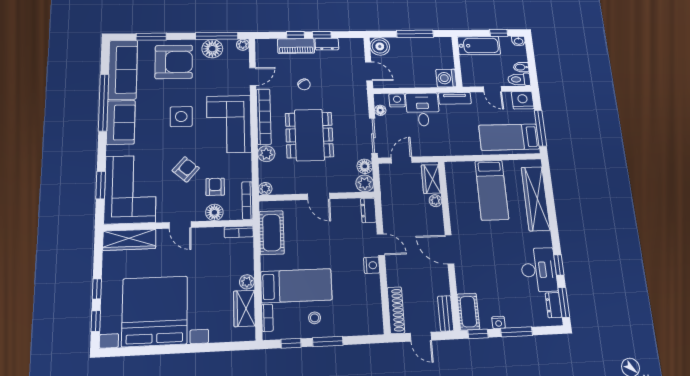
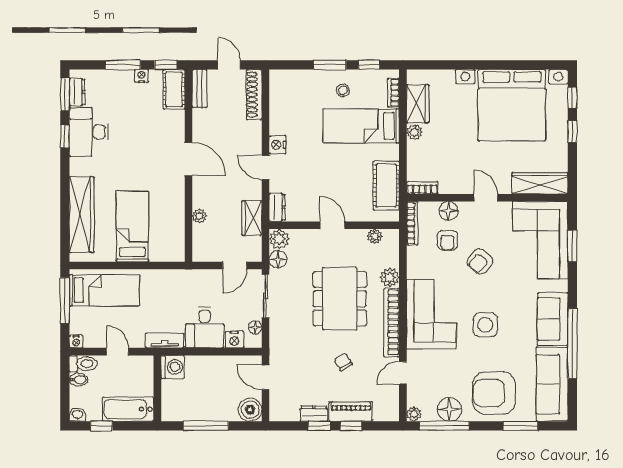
nightstand: (523, 100) -> (76, 342), width x0.53, depth x0.56
wardrobe: (431, 179) -> (252, 218), moved, turned 180
plant: (265, 189) -> (375, 236), moved

